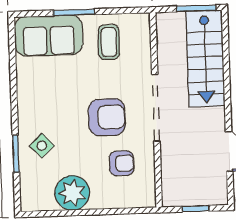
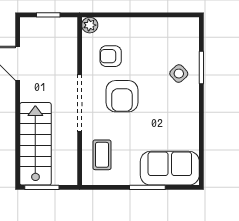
coffee table: (109, 42) -> (102, 155), moved
armchair: (107, 117) -> (122, 96), turned -90
plant: (72, 193) -> (90, 25), moved, width x0.53, depth x0.53

